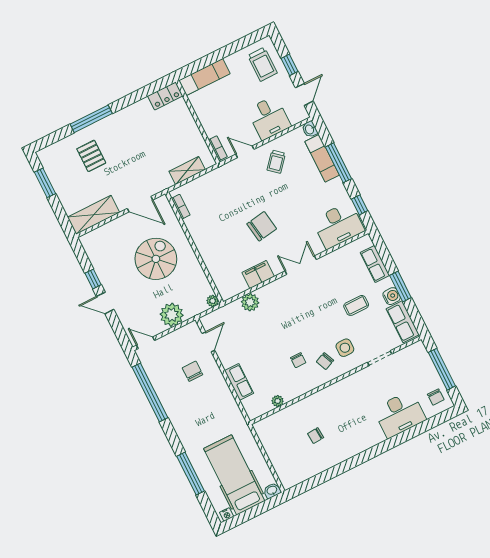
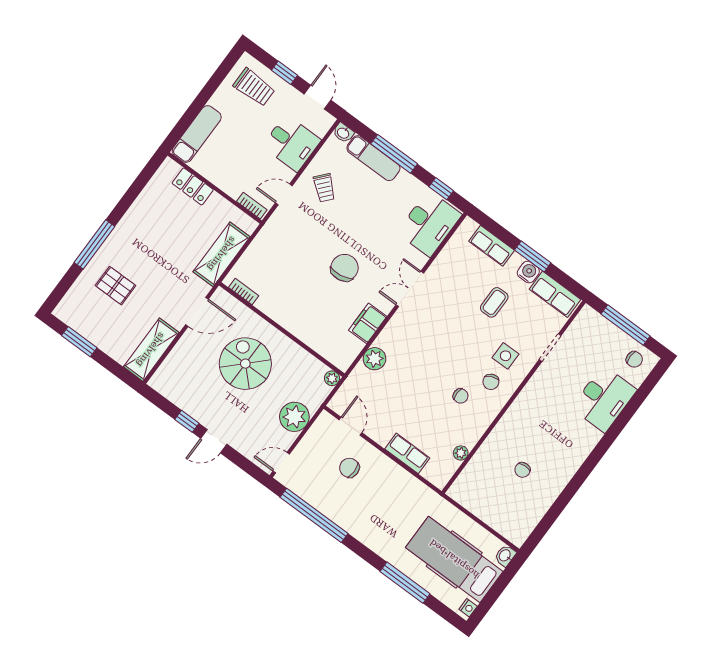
locker: (165, 96) -> (193, 186), moved, turned 90
shelving: (187, 171) -> (222, 254), width x1.50, depth x1.33

